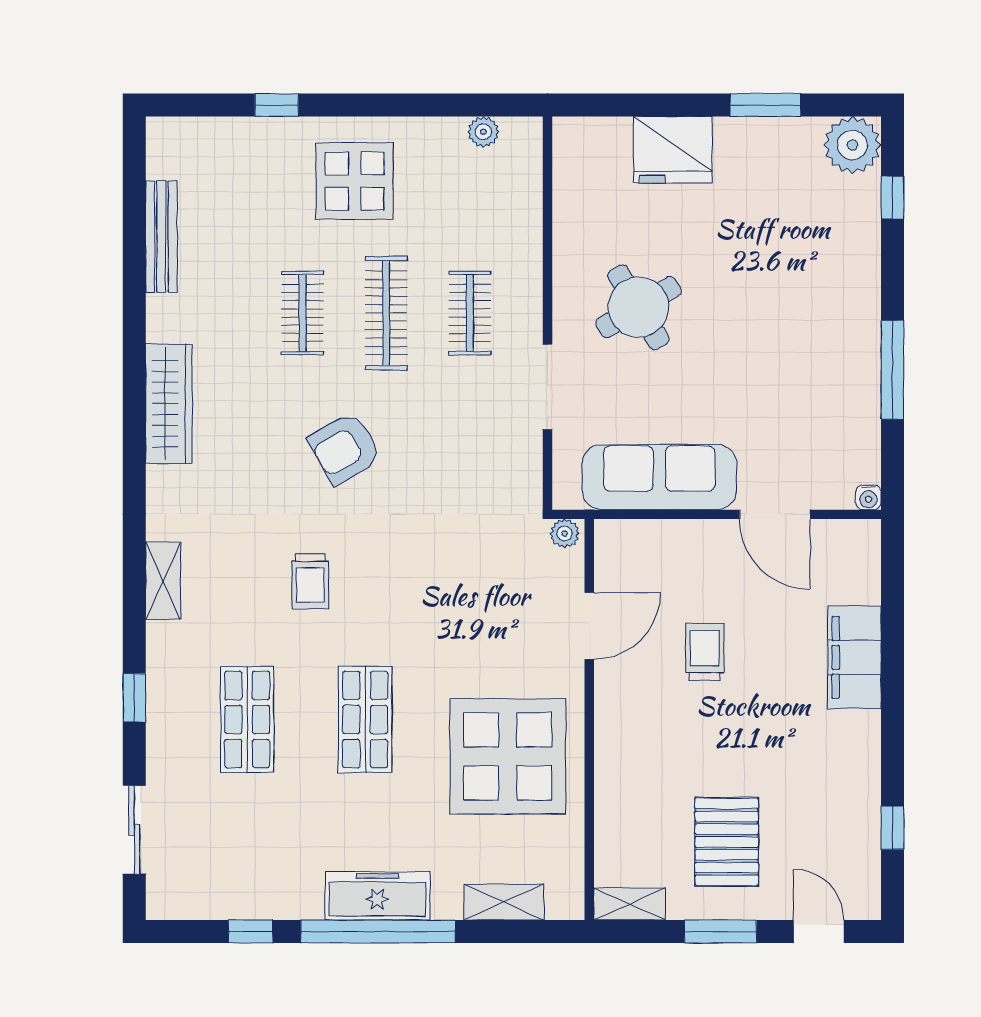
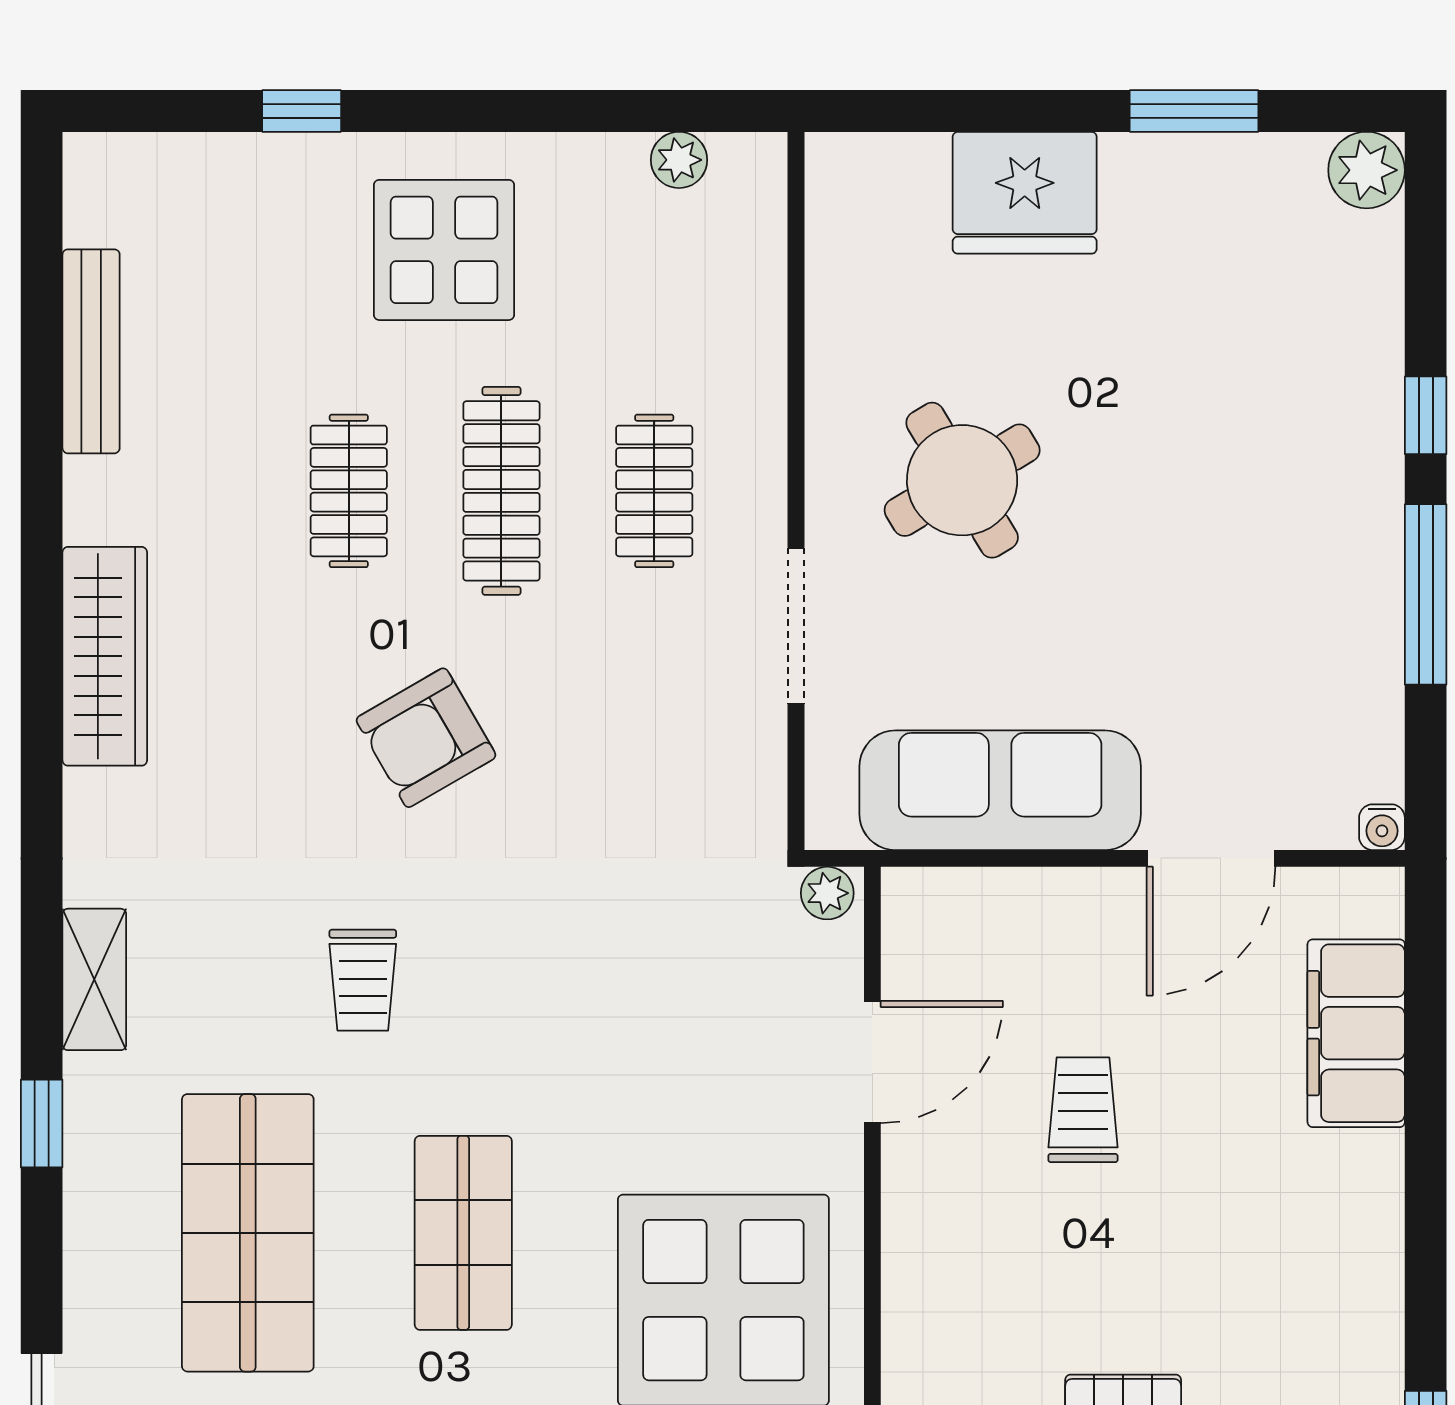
plant: (852, 145) -> (1367, 170), width x0.73, depth x0.73
window: (892, 198) -> (1426, 415), moved
door: (775, 514) -> (1211, 858), hinge flipped
filing cabinet: (854, 657) -> (1356, 1033), moved
window: (134, 698) -> (42, 1123), moved
shop shelf: (247, 720) -> (248, 1233), width x1.43, depth x1.36

